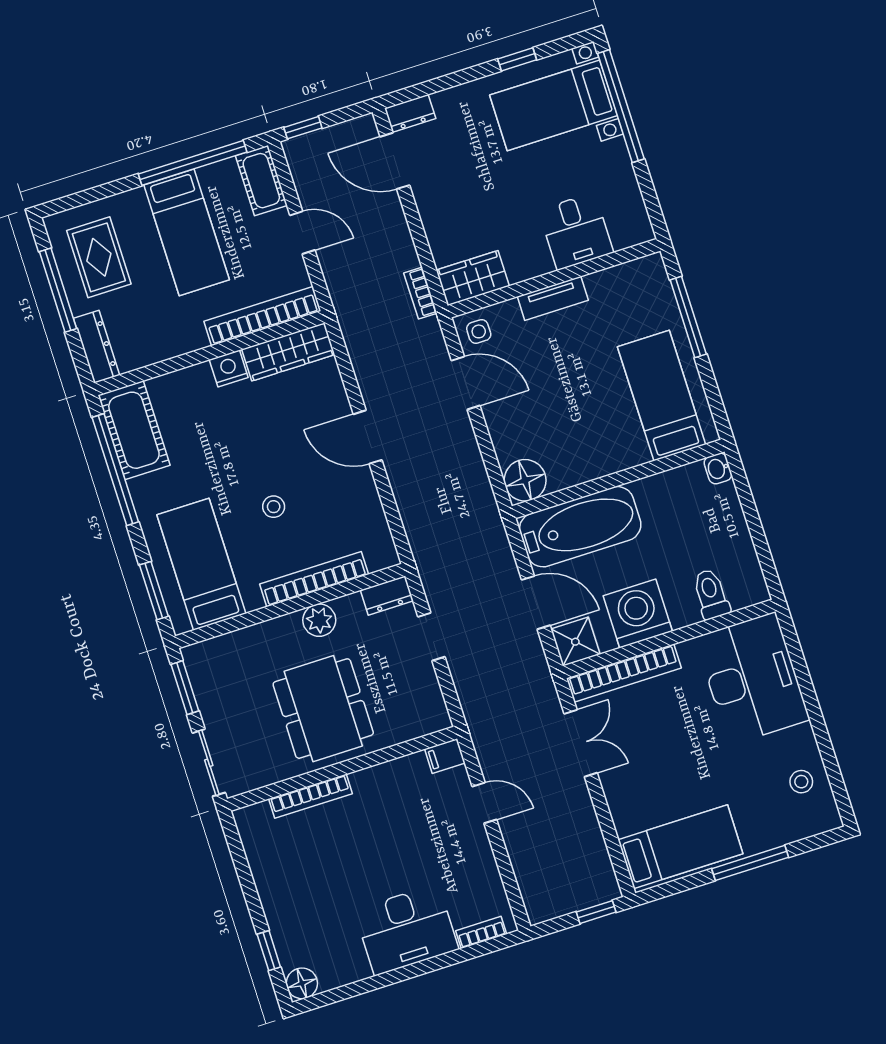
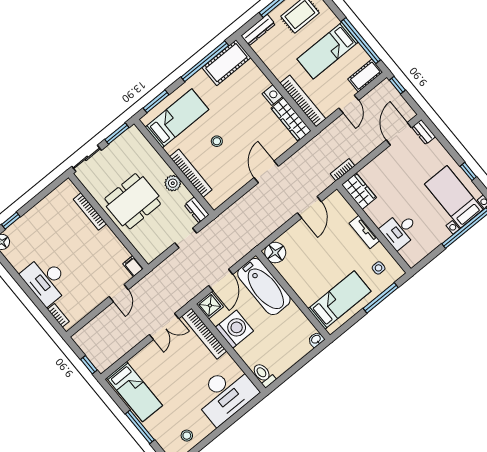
side table: (479, 331) -> (379, 268), moved
toilet: (711, 594) -> (264, 375), moved, turned -90

